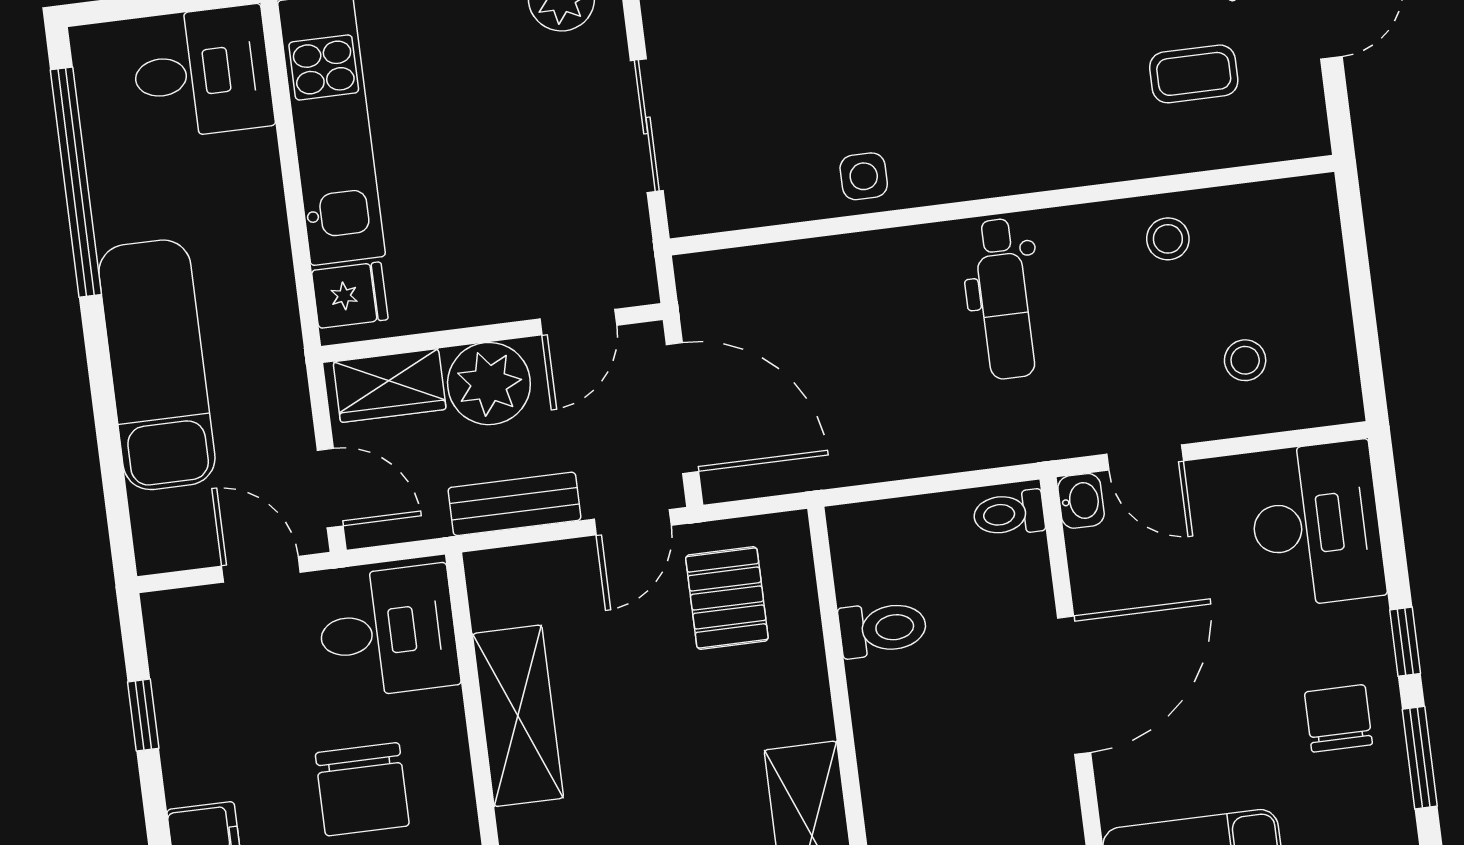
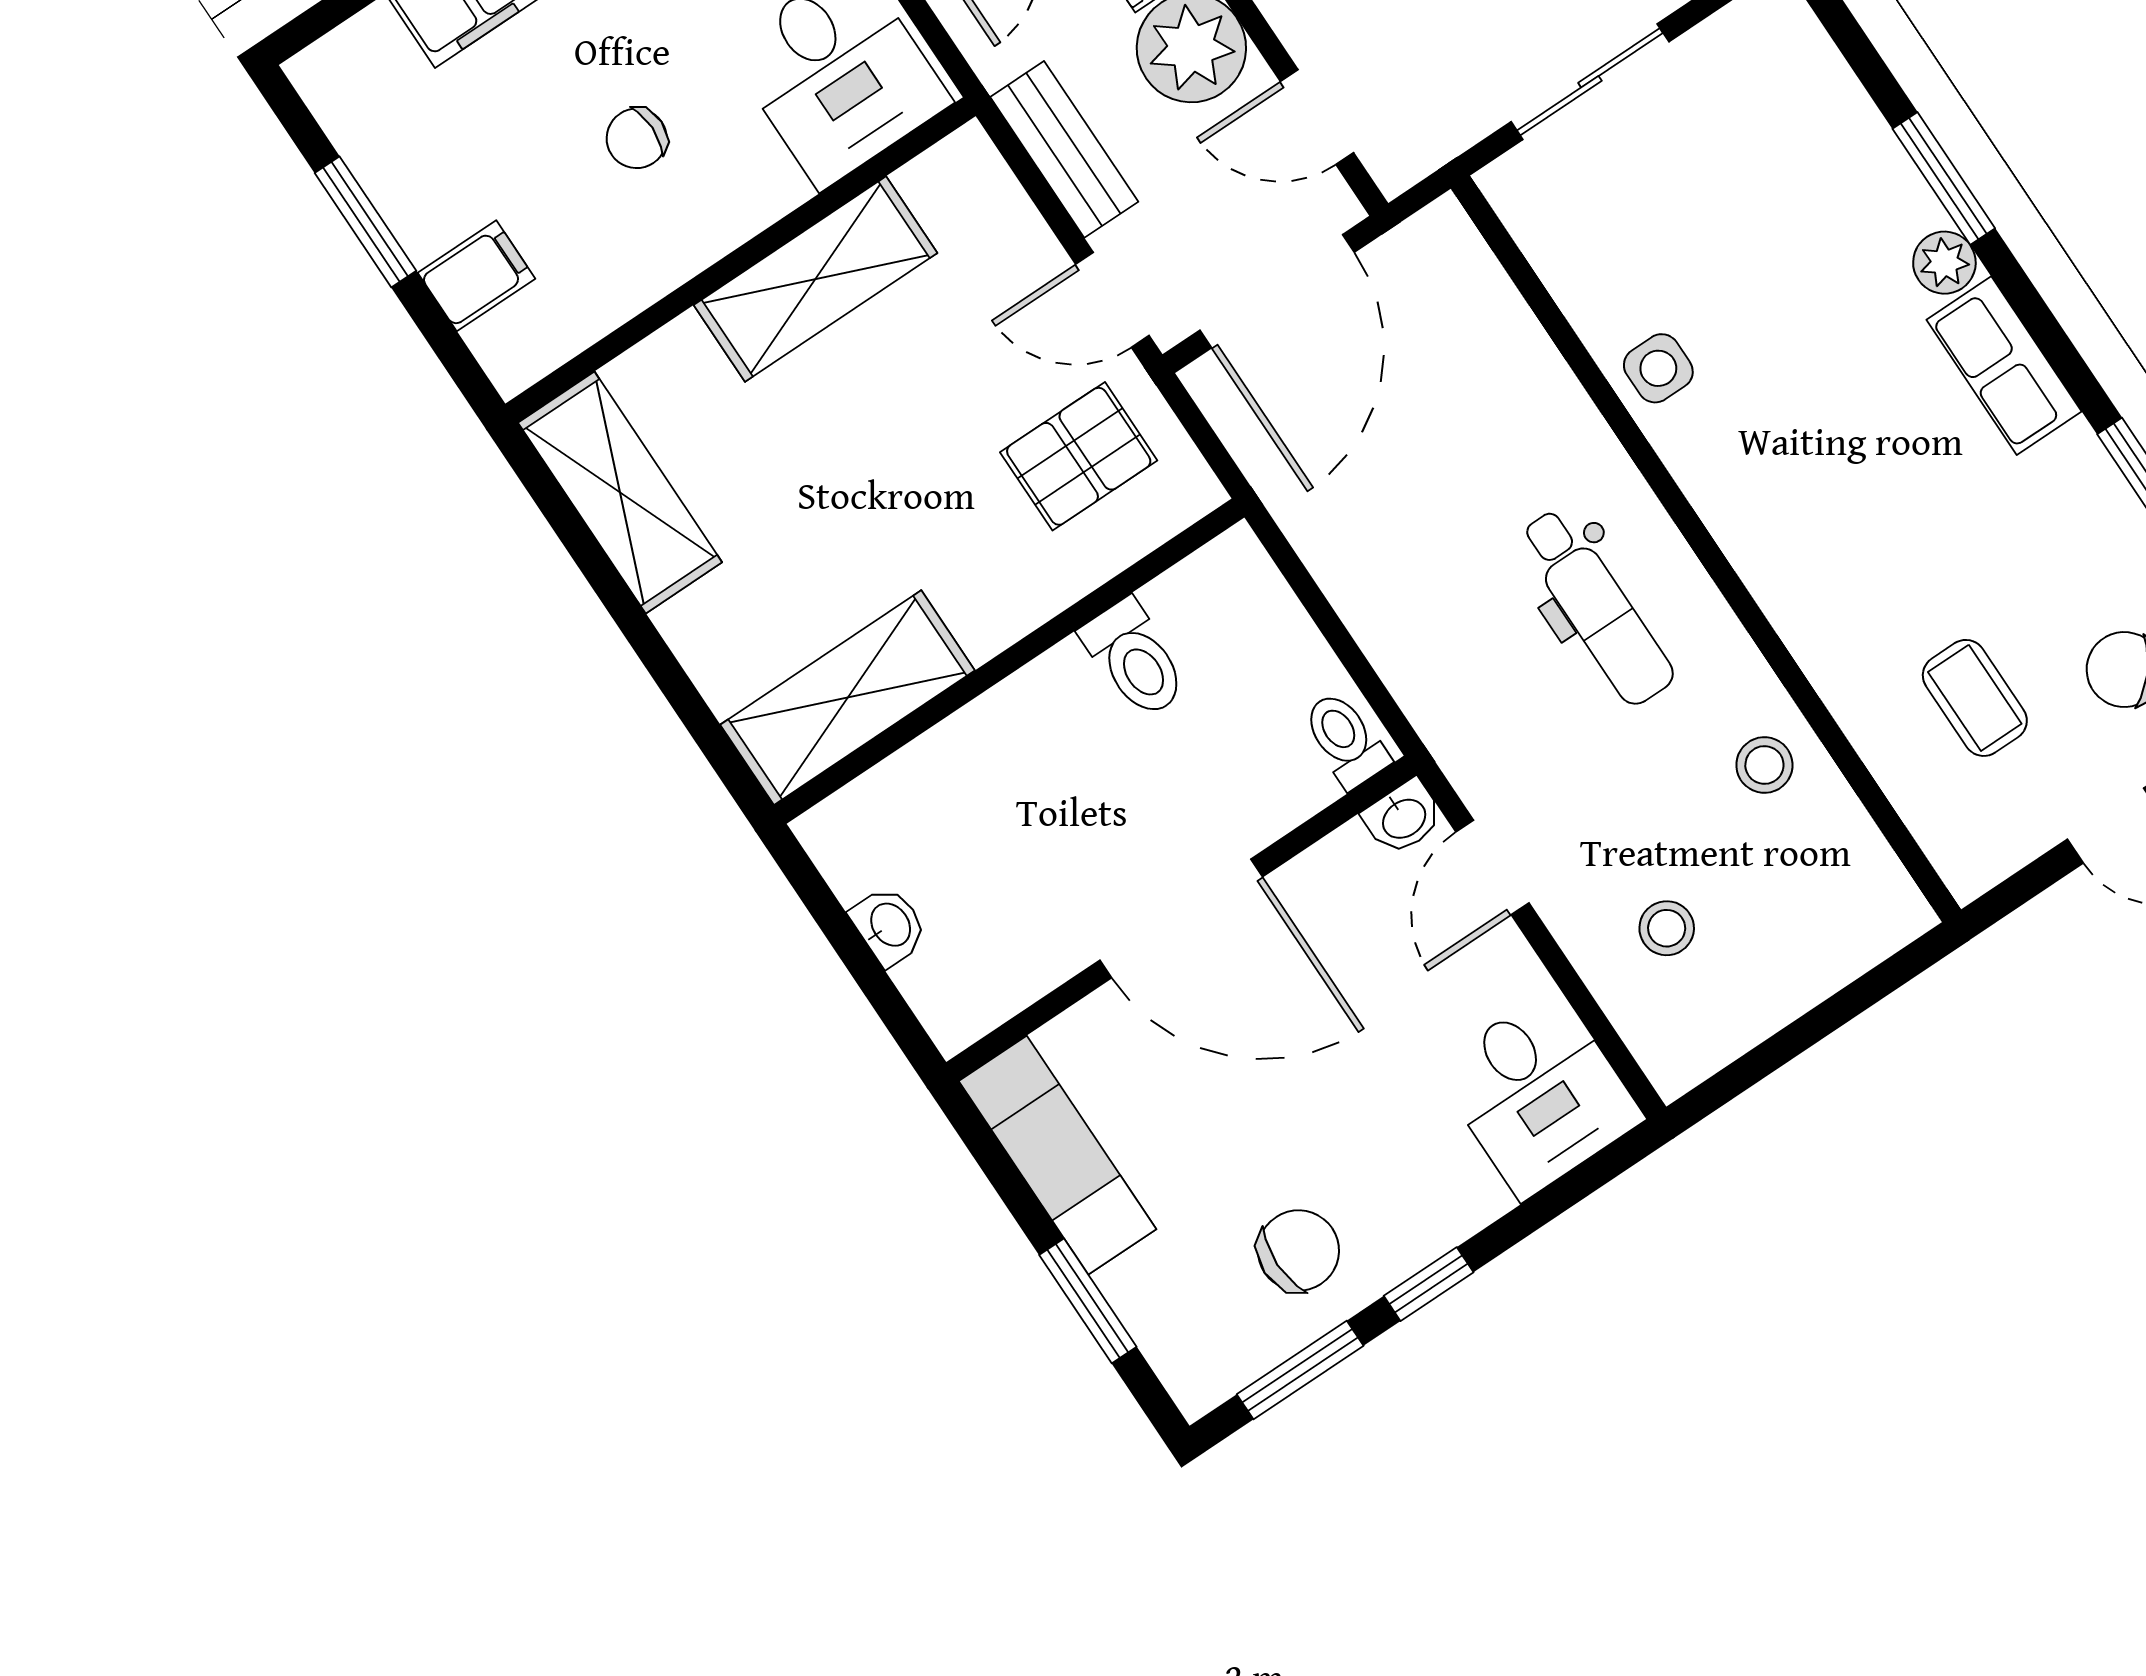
dental chair: (1004, 299) -> (1596, 607), turned -90
desk: (1316, 524) -> (1538, 1094), width x0.73
chair: (362, 789) -> (637, 138), width x0.54, depth x0.54

